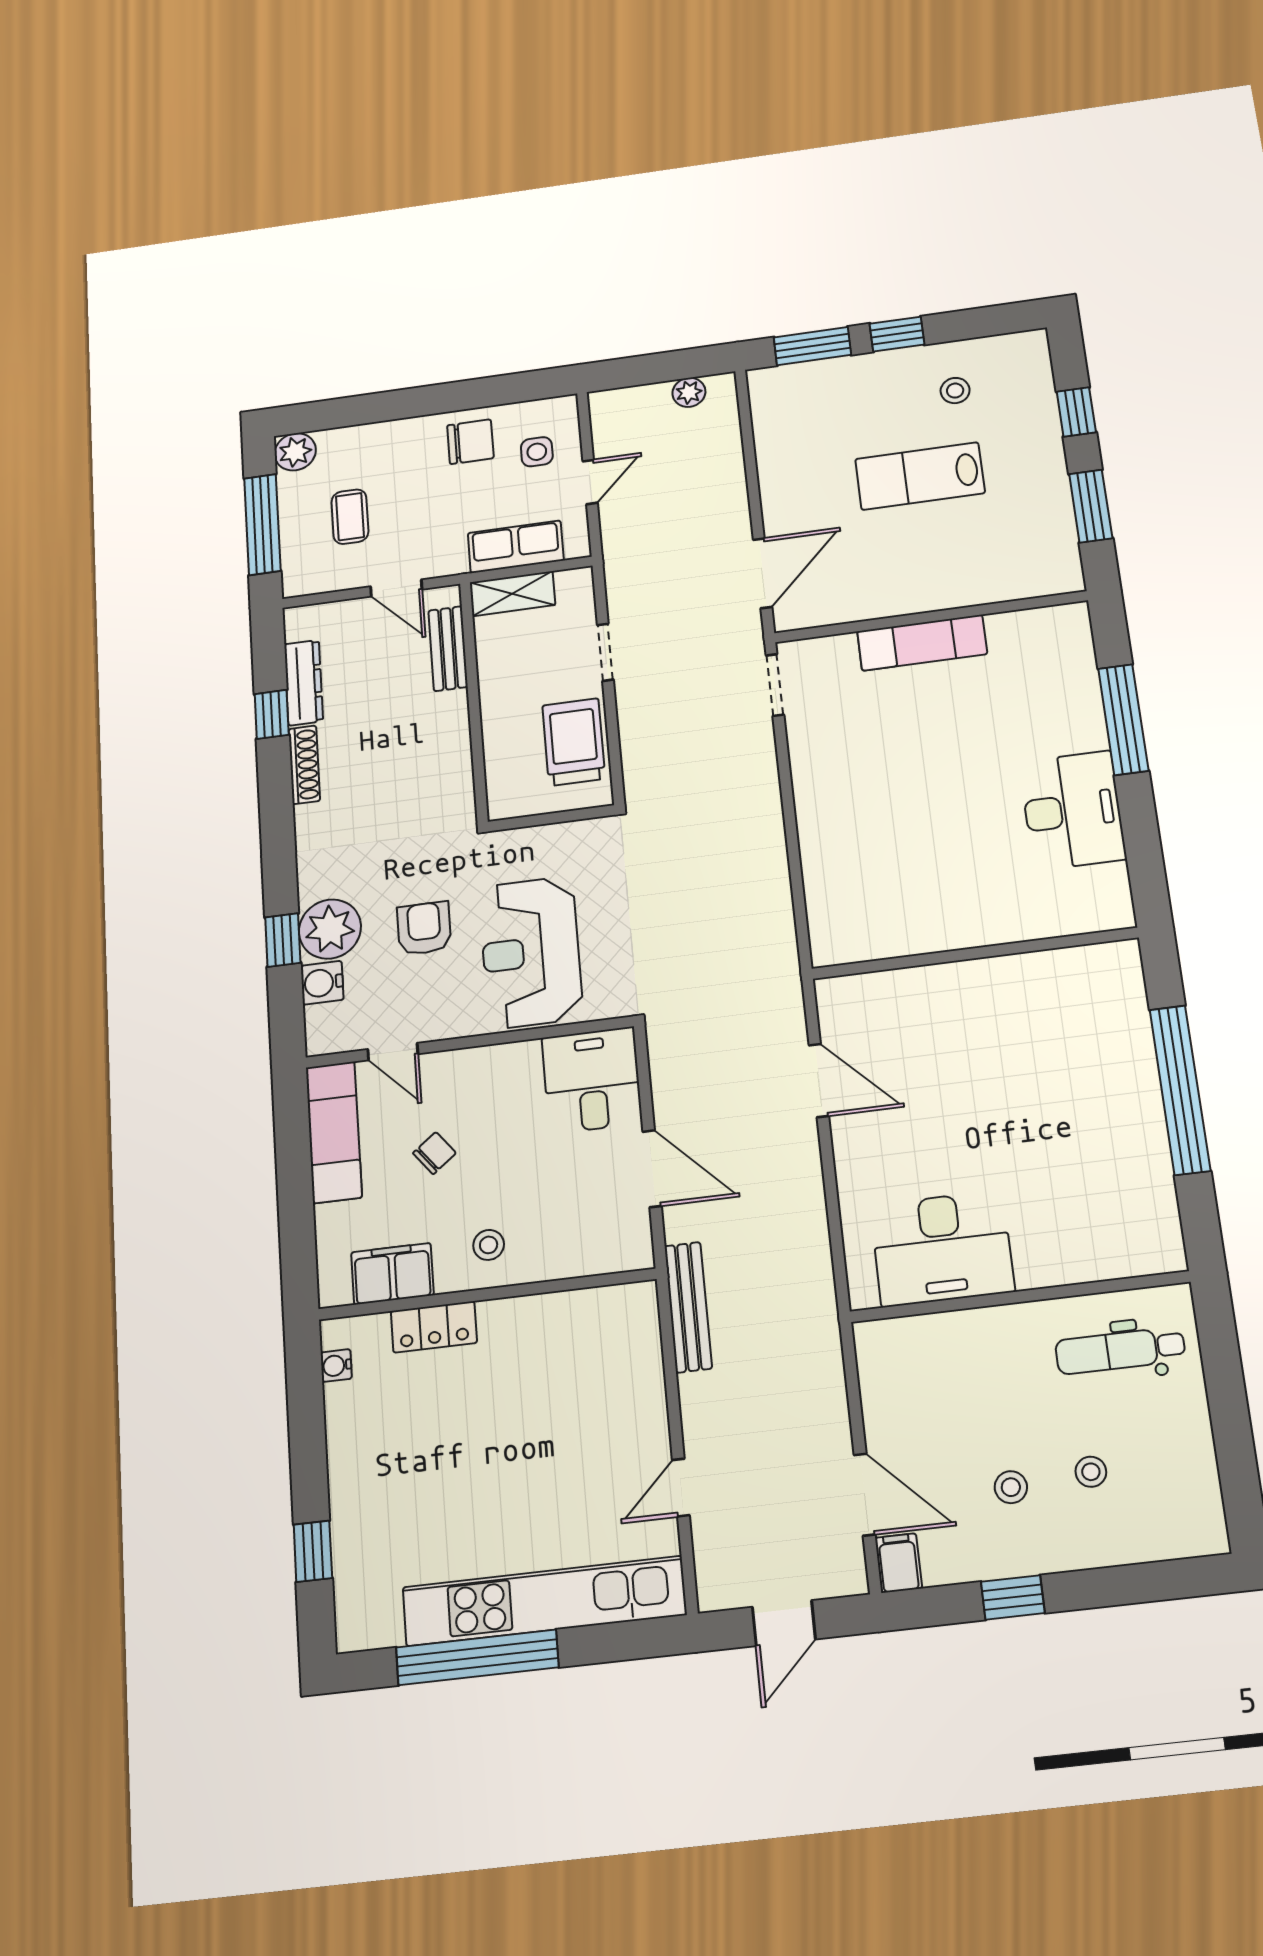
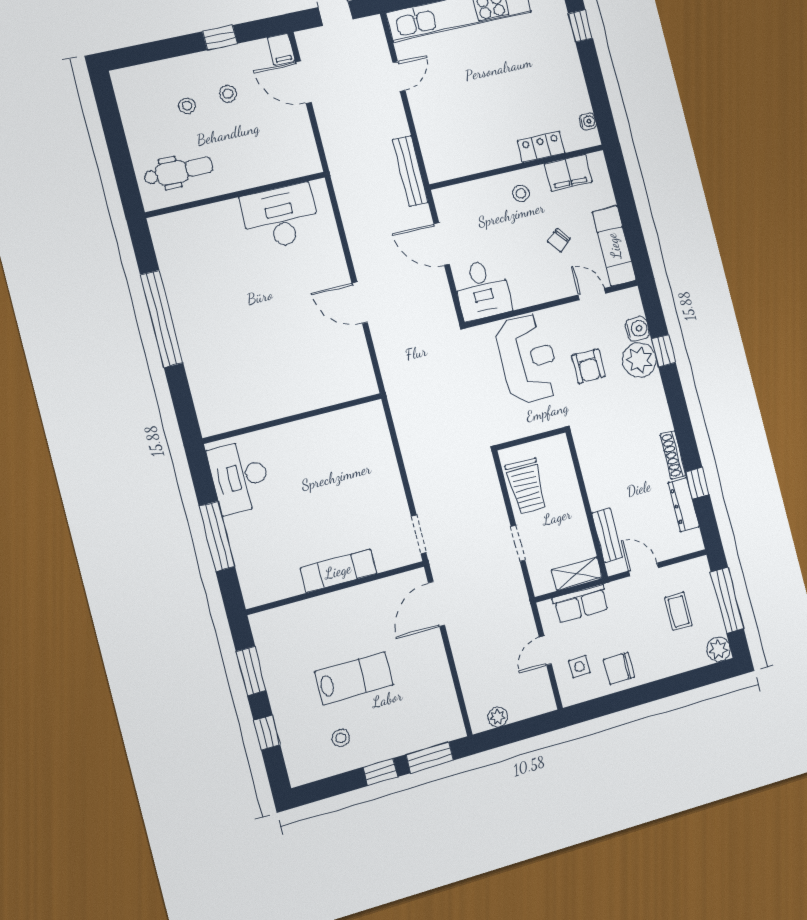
wall: (975, 953) -> (293, 418), moved

